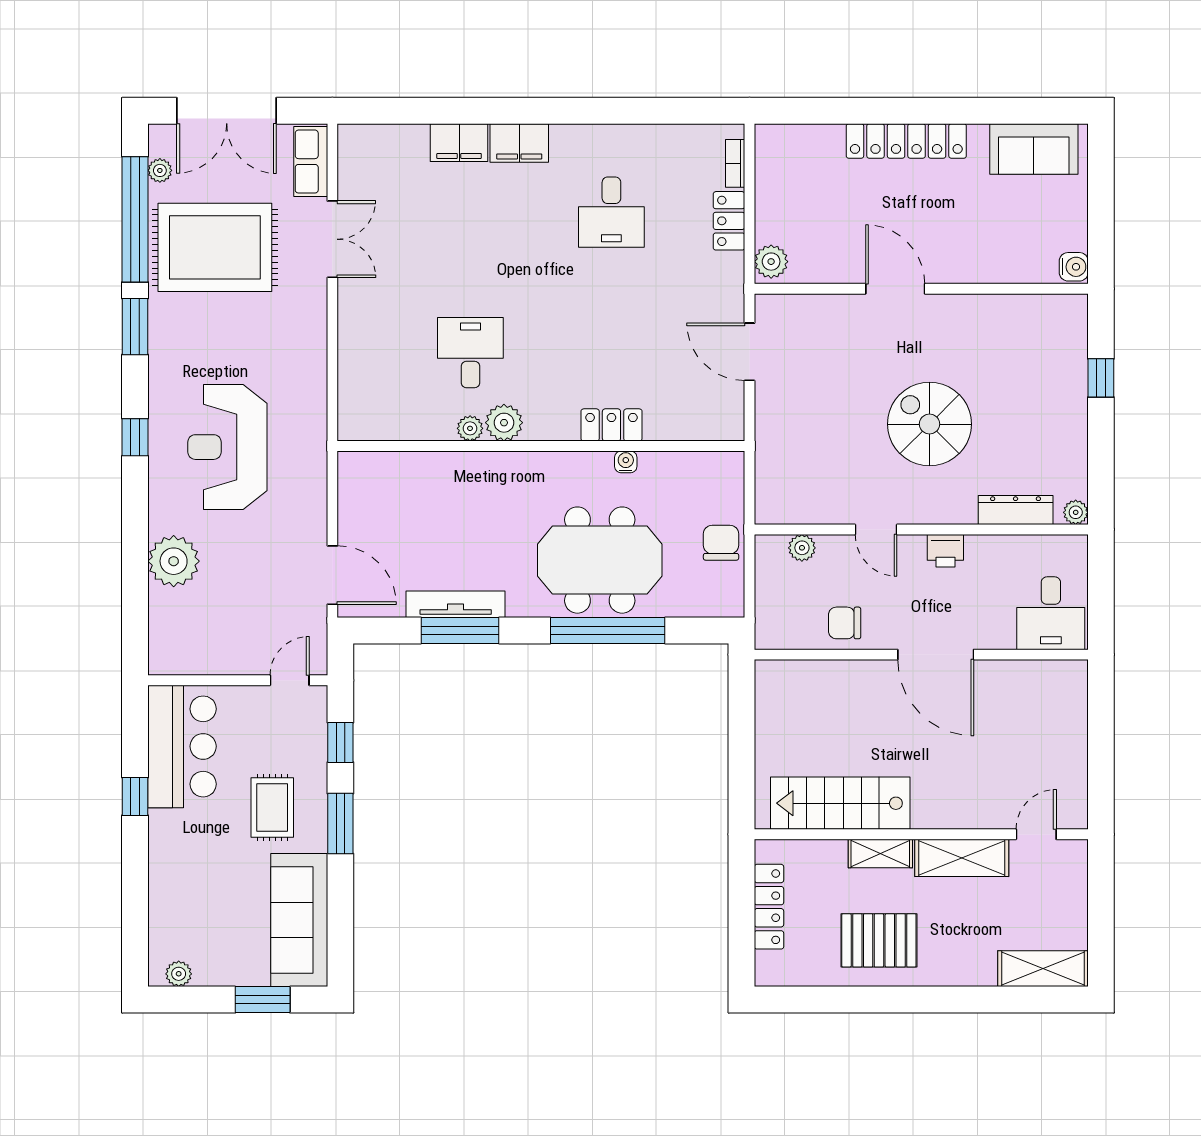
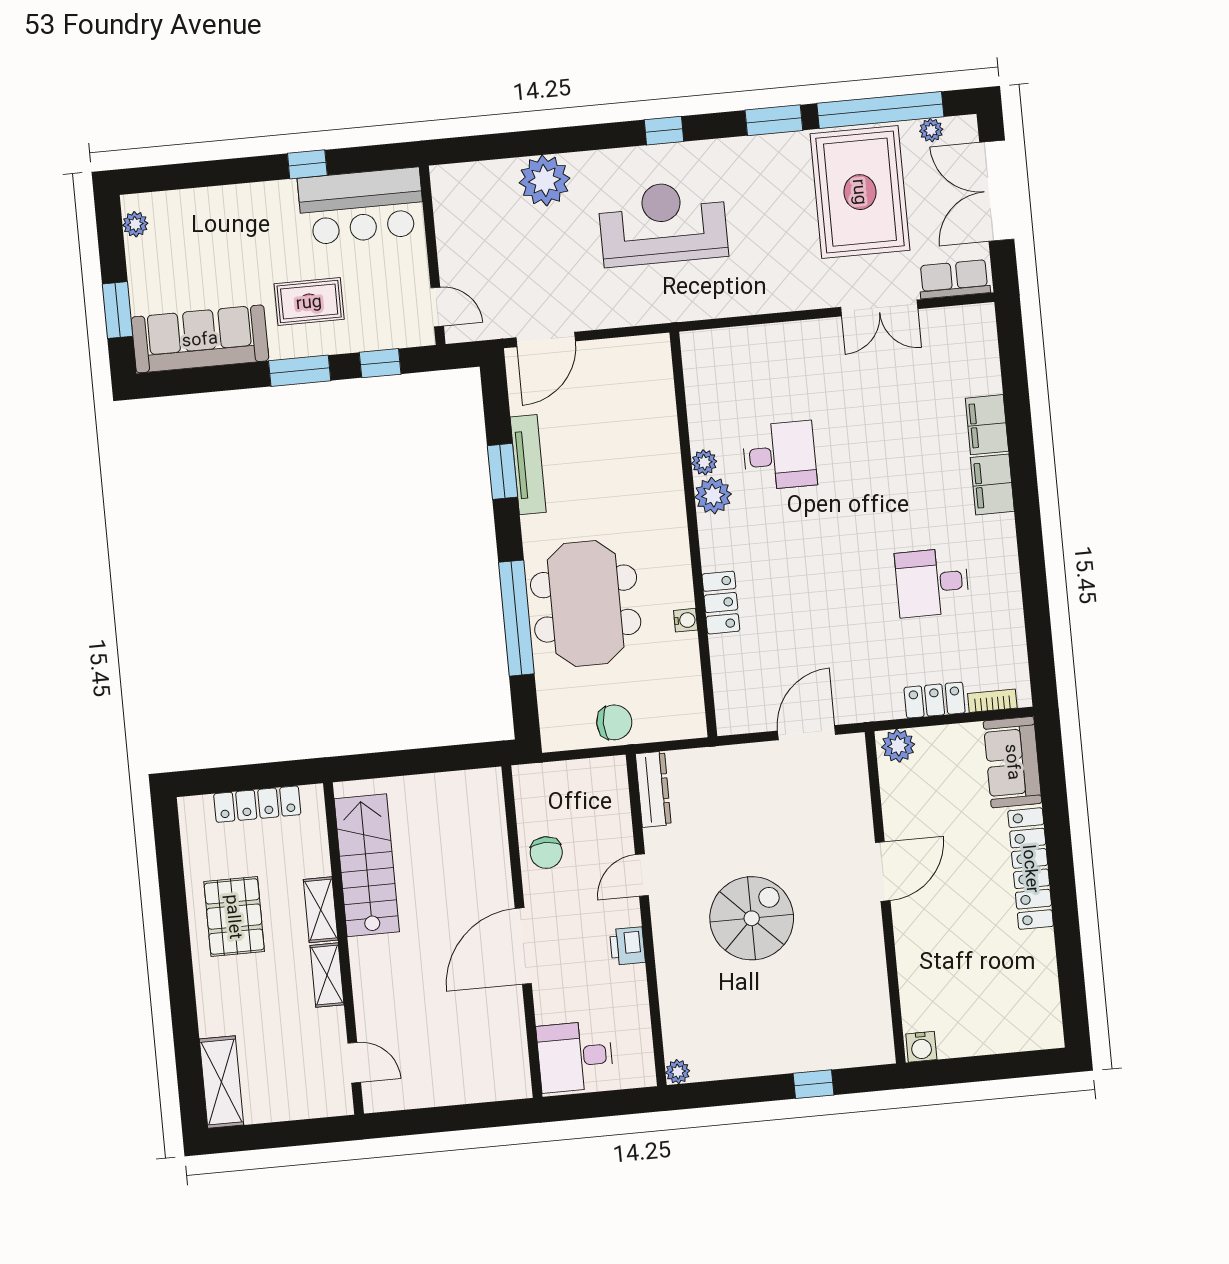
sofa: (1034, 149) -> (1013, 762), moved
dresser: (1016, 510) -> (653, 789), moved
plant: (802, 548) -> (617, 803), removed
chair: (845, 623) -> (546, 853), turned 180
window: (460, 631) -> (503, 471), width x0.69
shelving: (962, 858) -> (327, 975), width x0.67, depth x0.75

